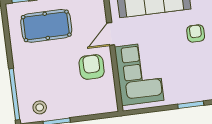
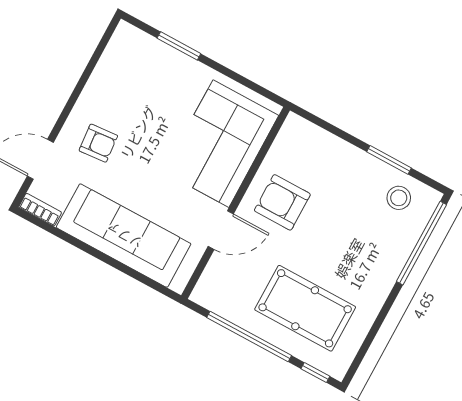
armchair: (196, 33) -> (98, 143), turned -95
armchair: (92, 67) -> (282, 202), turned 90

